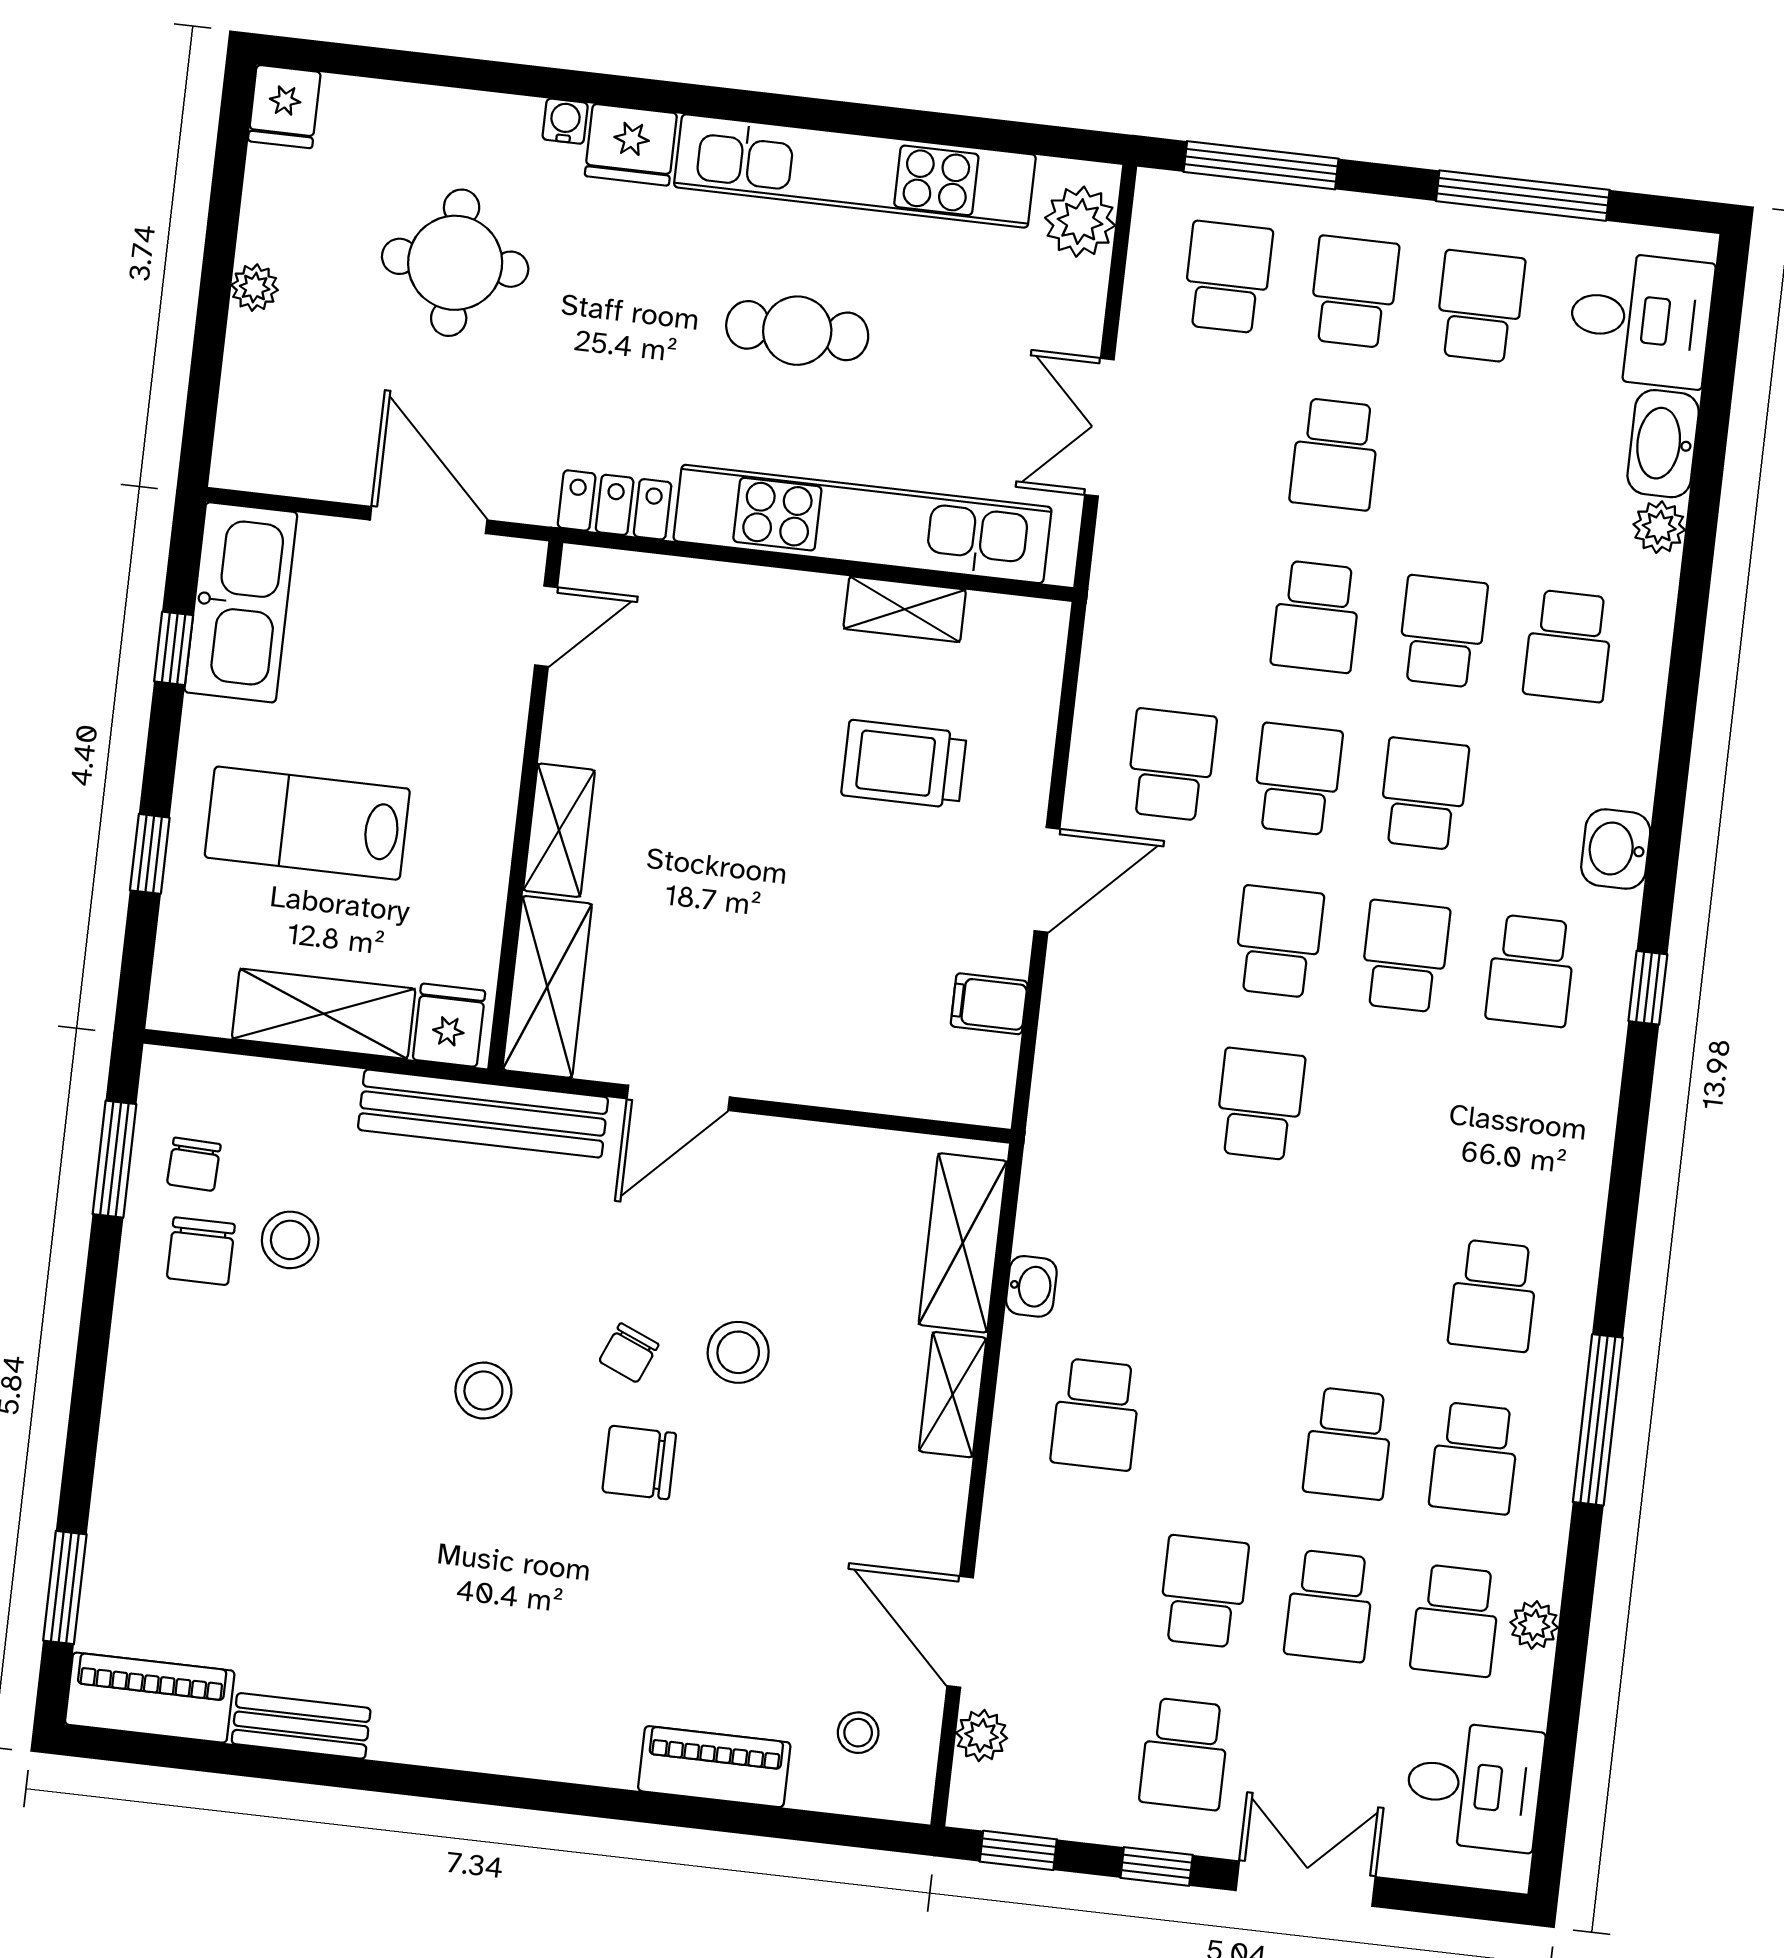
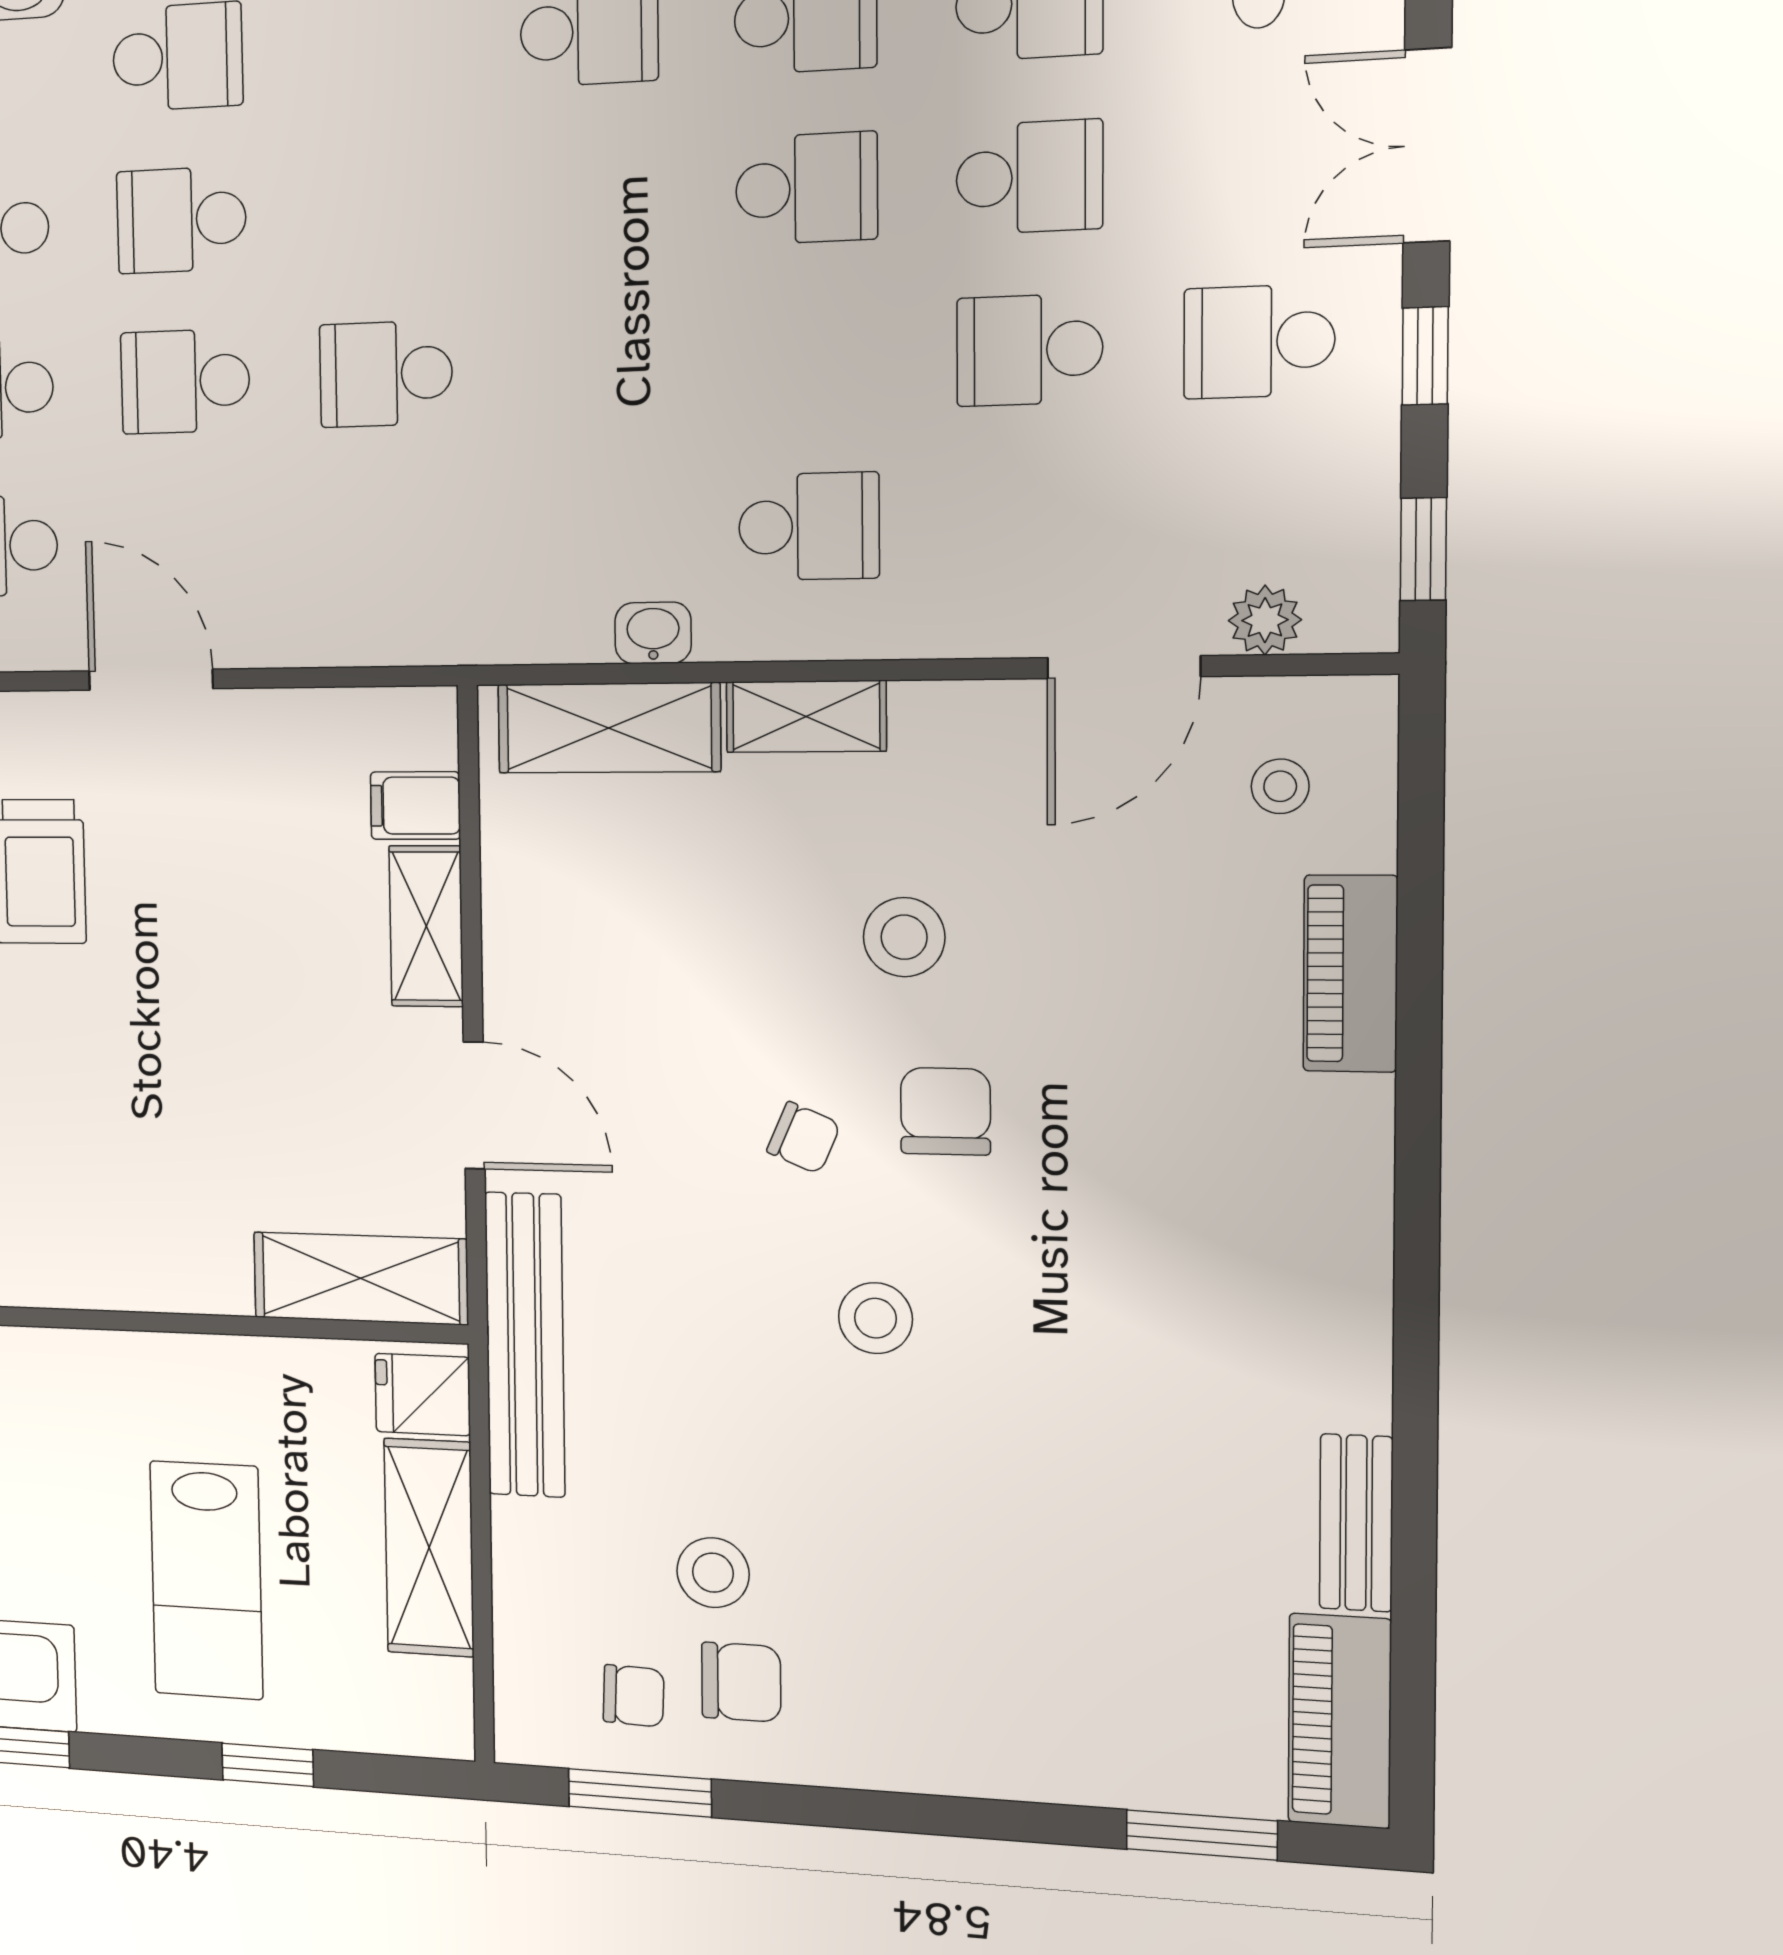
shelving: (559, 830) -> (426, 926), moved, turned 90
filing cabinet: (989, 1004) -> (415, 806), moved, turned 90
stool: (738, 1352) -> (904, 937), moved
chair: (639, 1463) -> (946, 1111), turned 180
school desk: (1185, 1754) -> (1259, 341), turned 180

